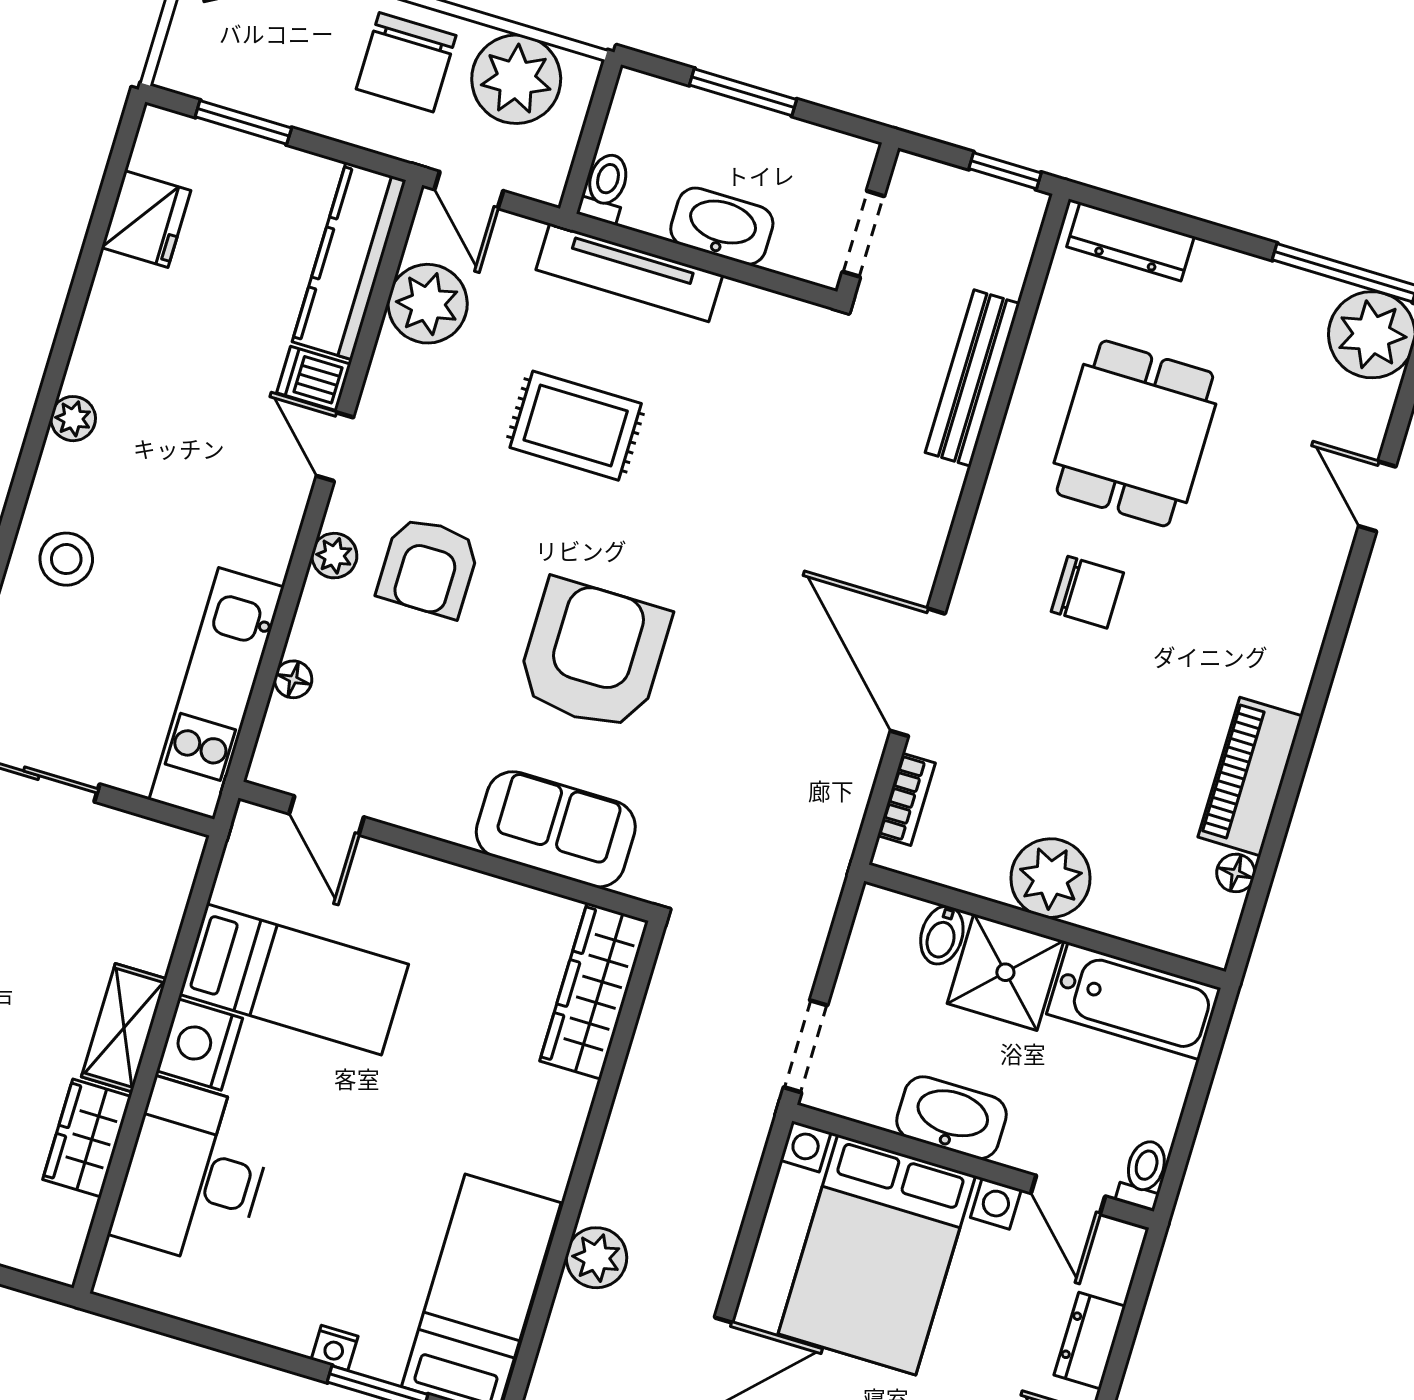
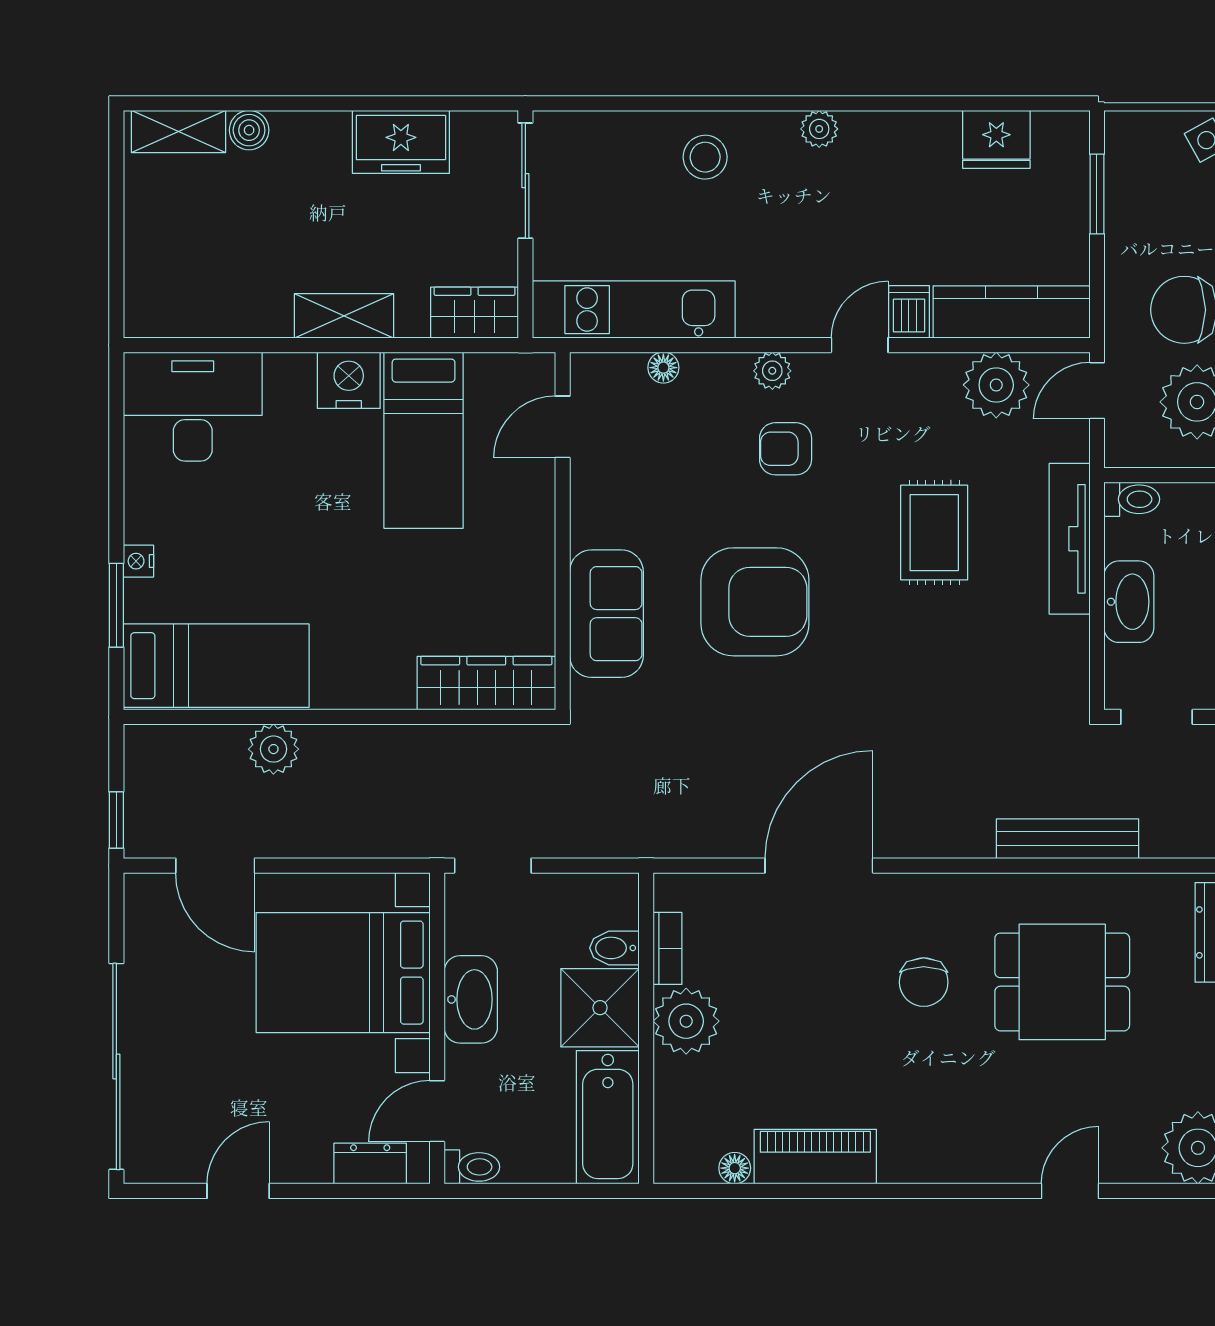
armchair: (428, 567) -> (786, 449), width x0.72, depth x0.72
bookcase: (906, 799) -> (668, 948), moved, turned -90
wardrobe: (87, 1138) -> (475, 313), moved
desk: (194, 1174) -> (193, 407), moved
dresser: (1090, 1341) -> (370, 1164), moved

